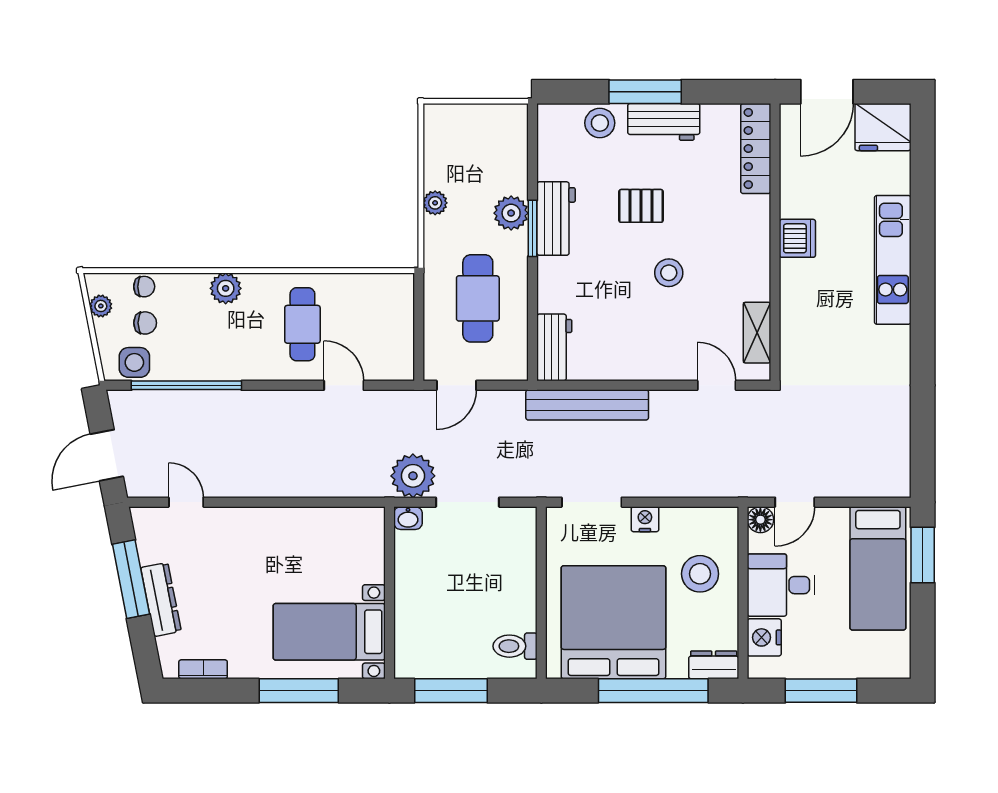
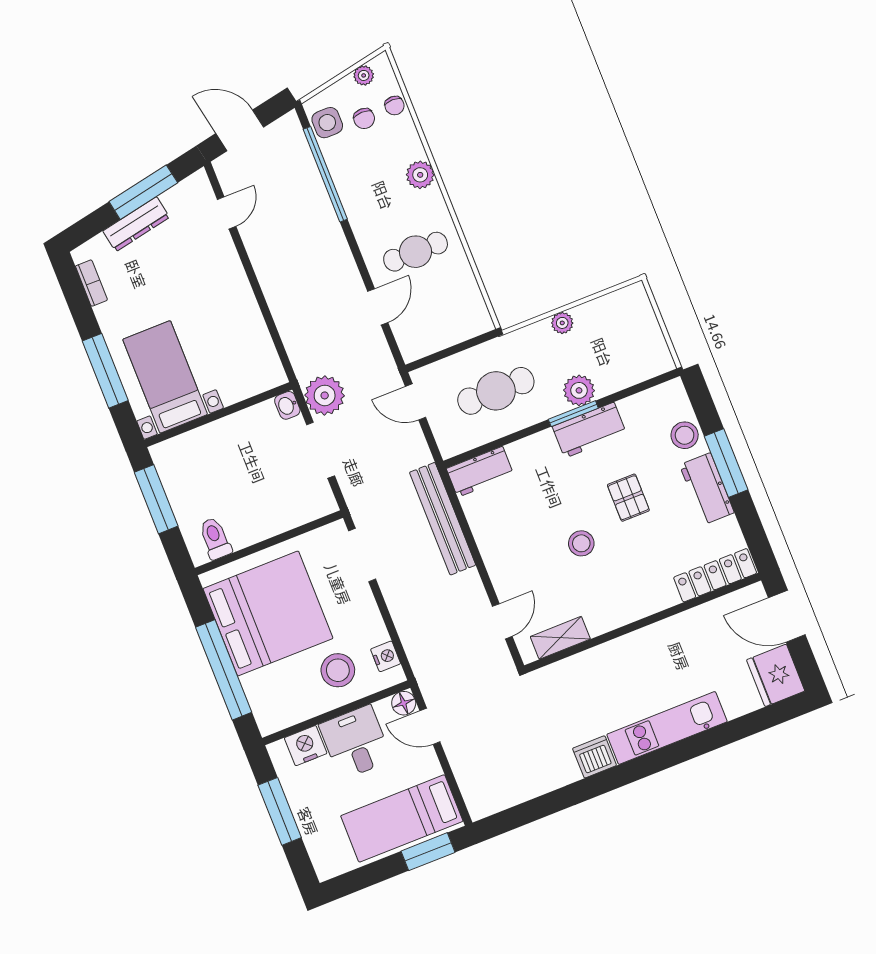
dishwasher: (797, 238) -> (595, 757), moved, turned 180
nightstand: (645, 519) -> (386, 656), moved
dresser: (714, 665) -> (266, 712), removed

